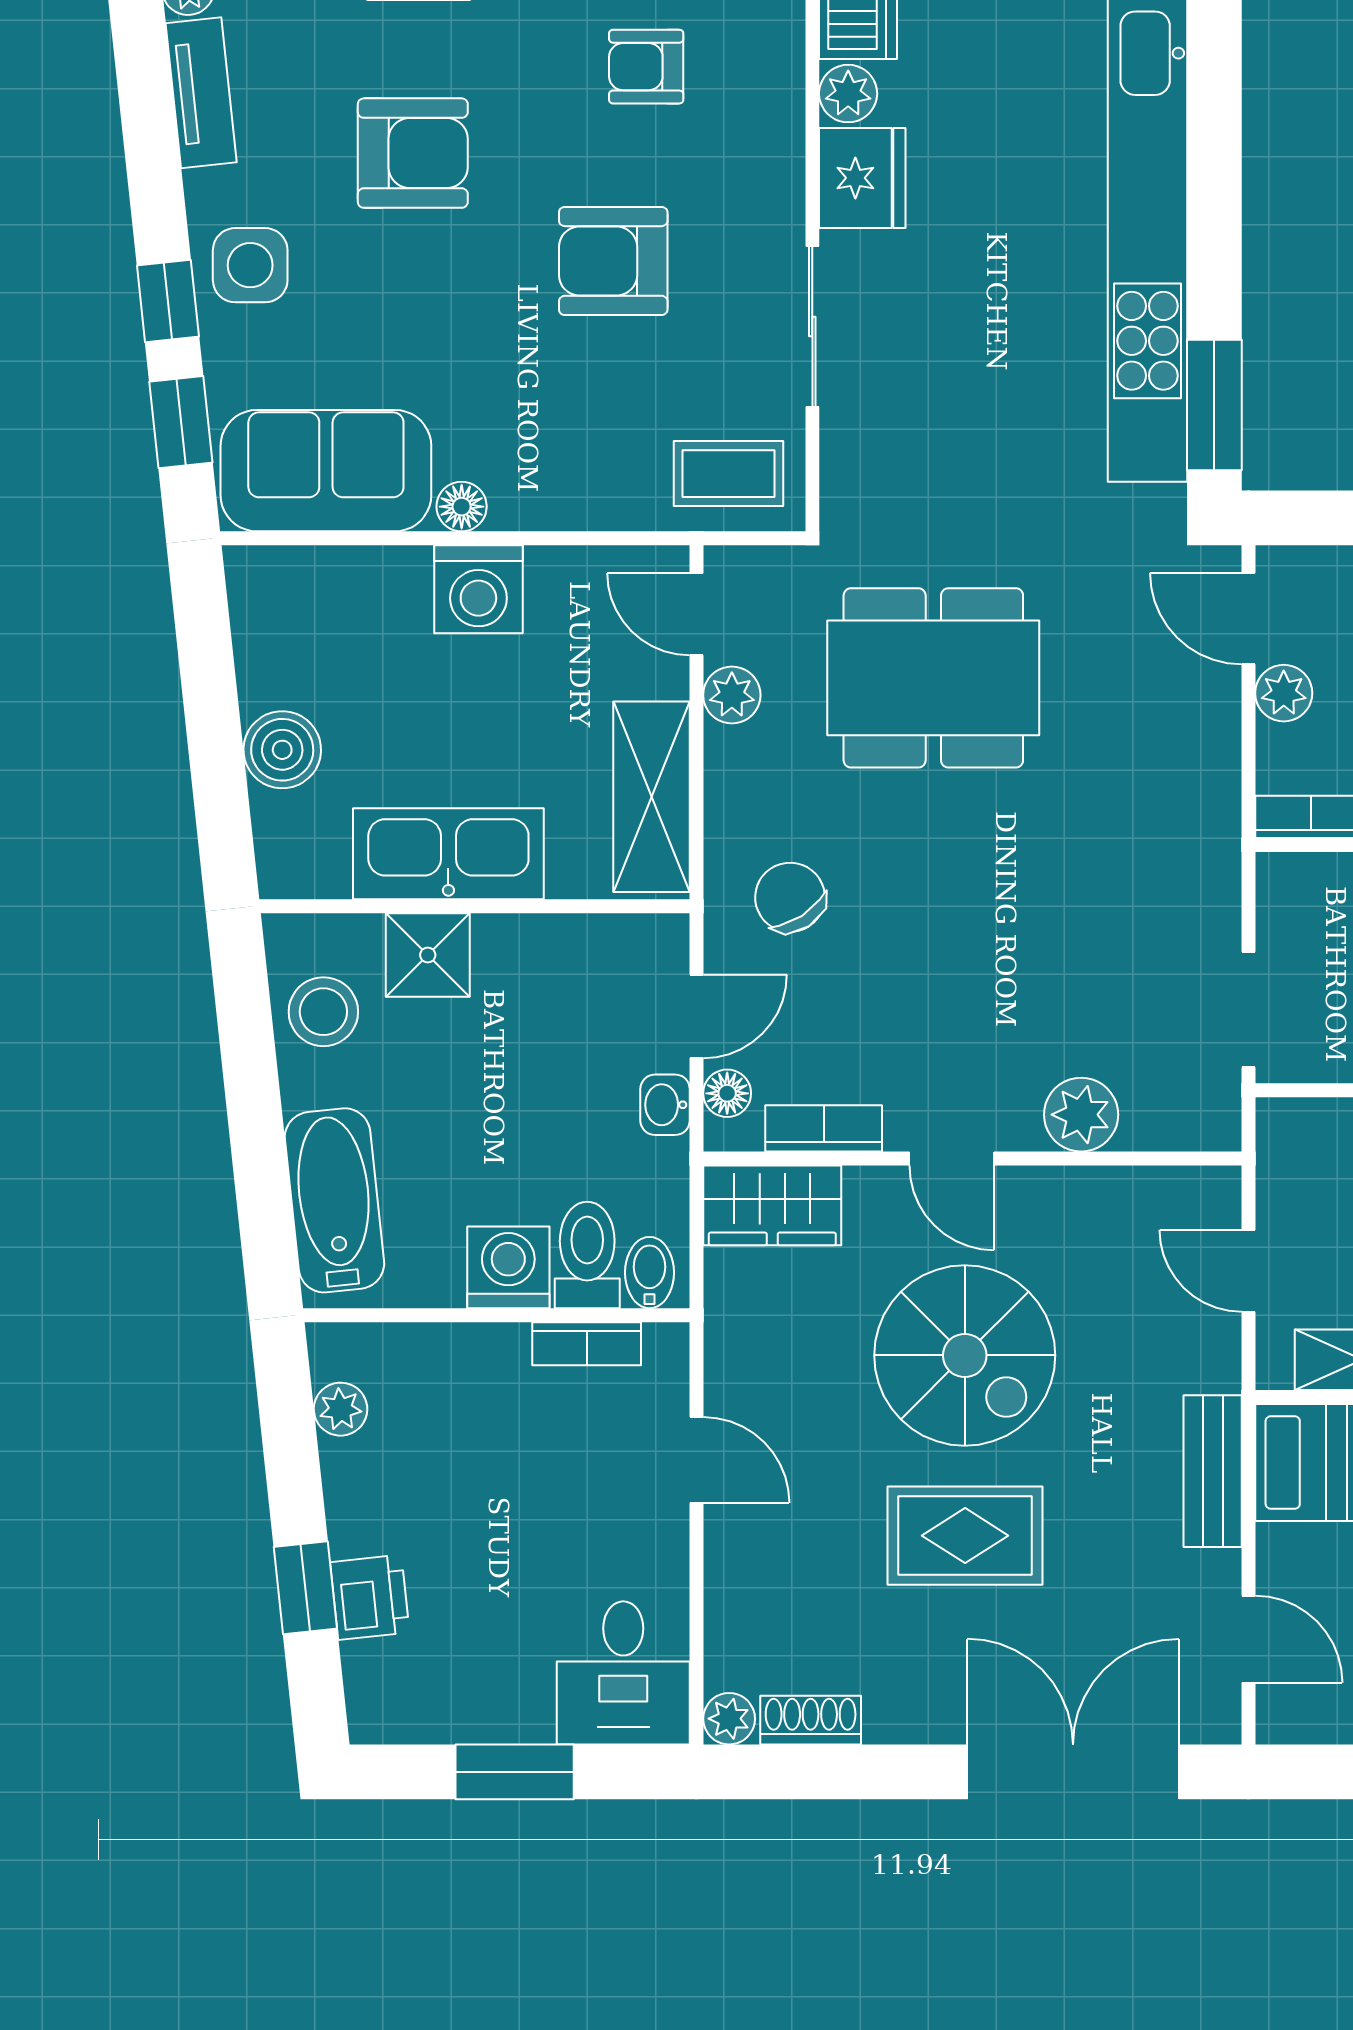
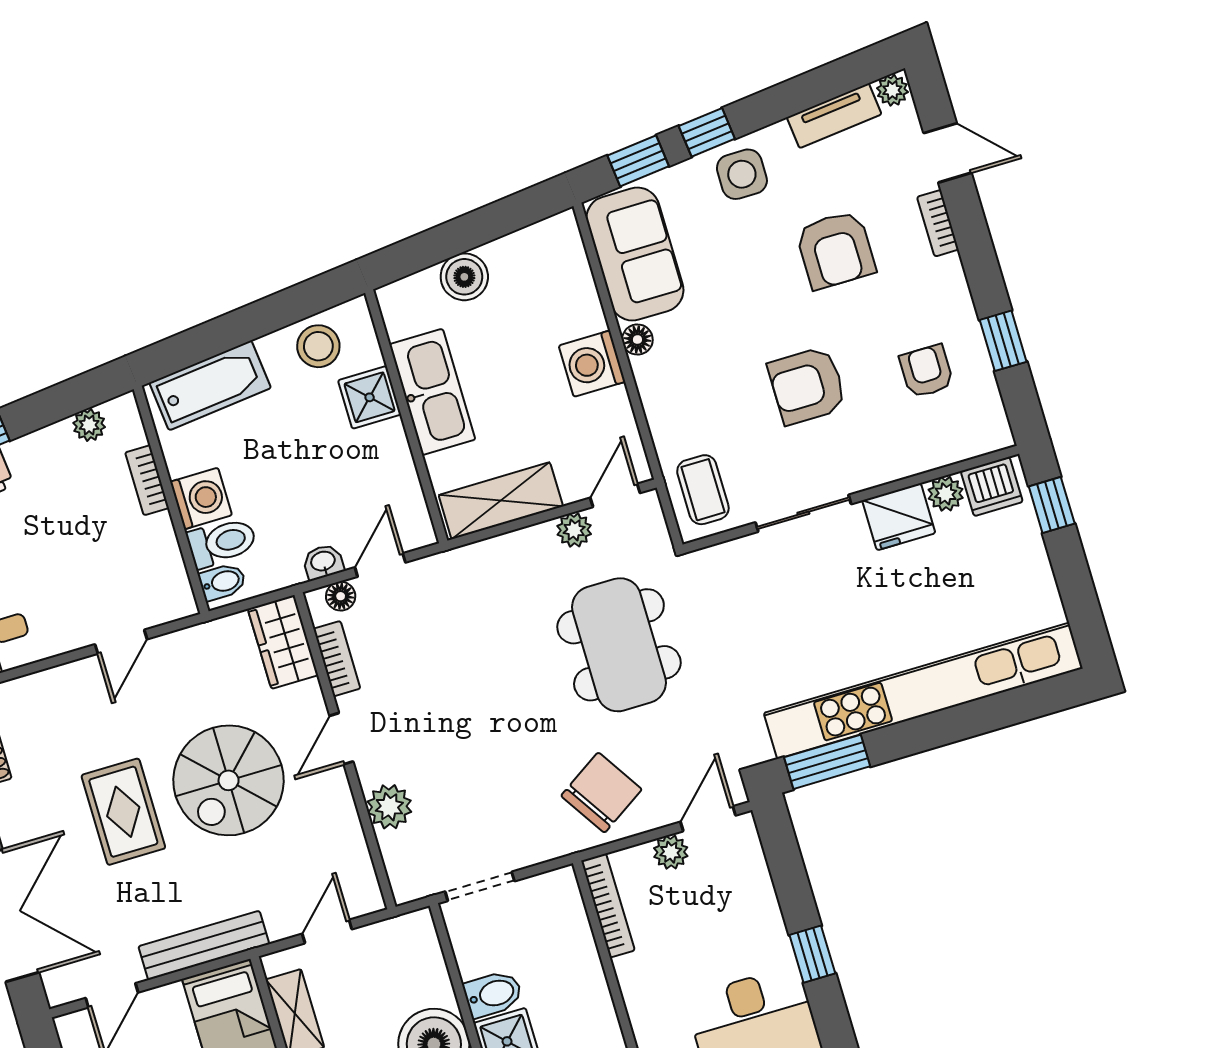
armchair: (613, 261) -> (807, 386), turned -90
chair: (790, 897) -> (601, 793), moved, width x1.37, depth x1.37
door: (696, 1016) -> (380, 565), swing flipped
bookcase: (587, 1344) -> (147, 480), moved
bench: (1213, 1471) -> (204, 945), width x1.36

